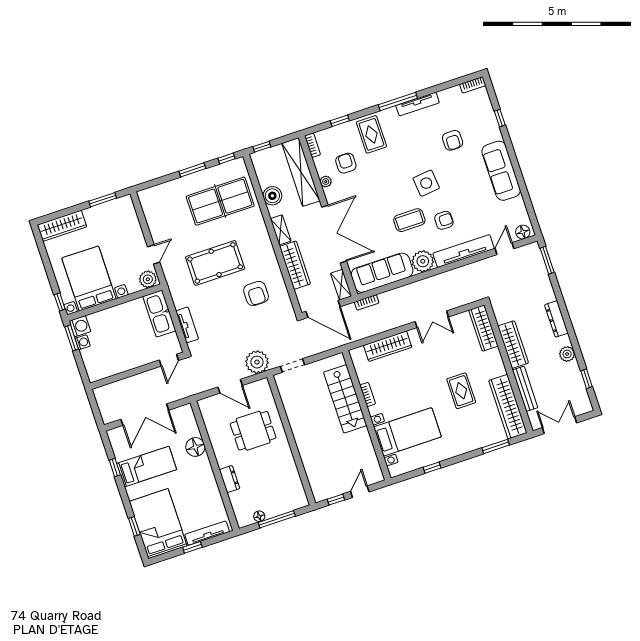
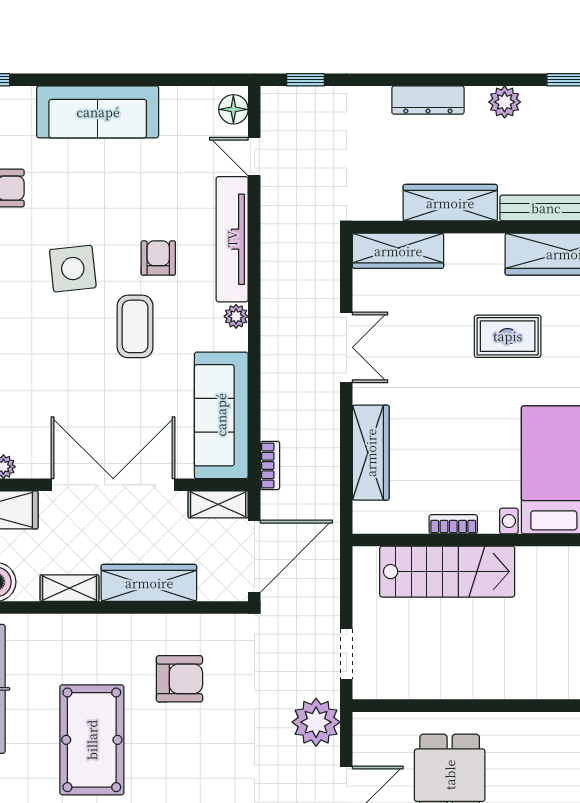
window: (547, 260) -> (306, 80), width x0.67
plant: (423, 261) -> (236, 316), width x0.53, depth x0.53

